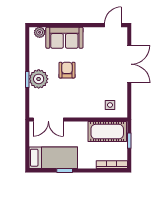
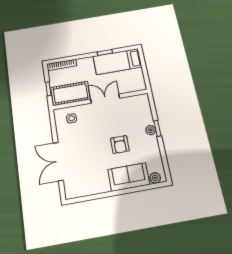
door: (113, 25) -> (81, 199), removed
plant: (39, 79) -> (151, 130), width x0.53, depth x0.53
double door: (48, 119) -> (105, 99), moved

